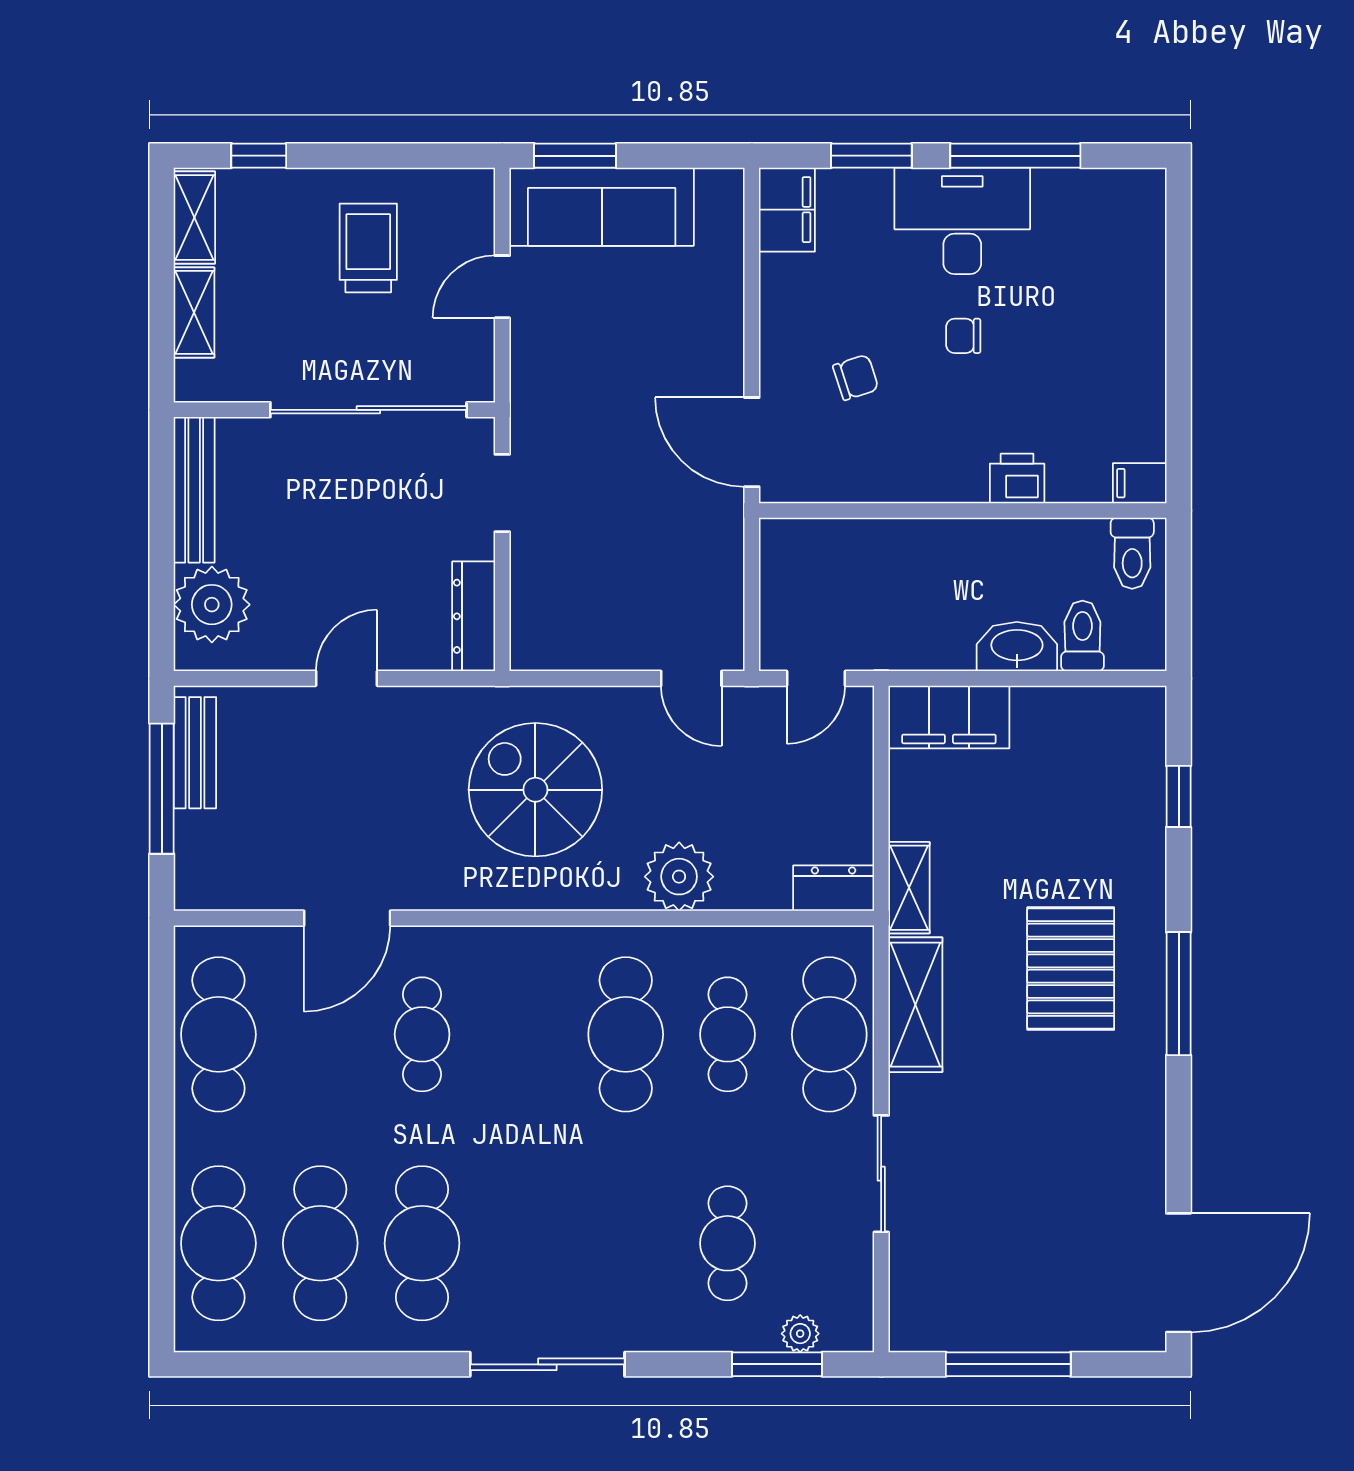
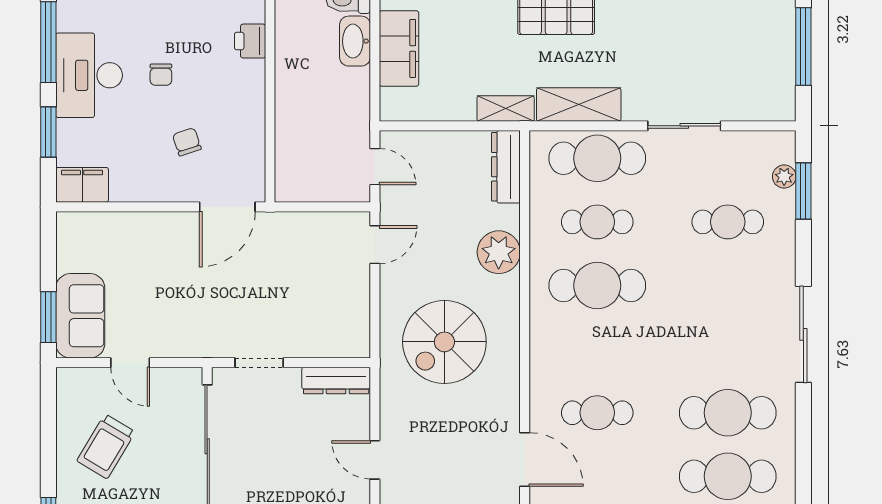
sofa: (602, 207) -> (80, 316), width x0.73
trolley: (368, 248) -> (106, 446), turned -59
filing cabinet: (949, 717) -> (399, 48), moved
dresser: (834, 888) -> (506, 167), width x1.44

